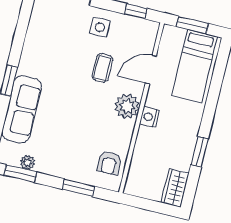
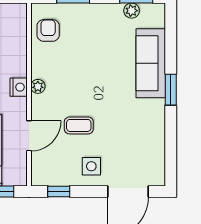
coffee table: (102, 68) -> (79, 125), turned 90
plant: (127, 106) -> (38, 86), width x0.53, depth x0.53

